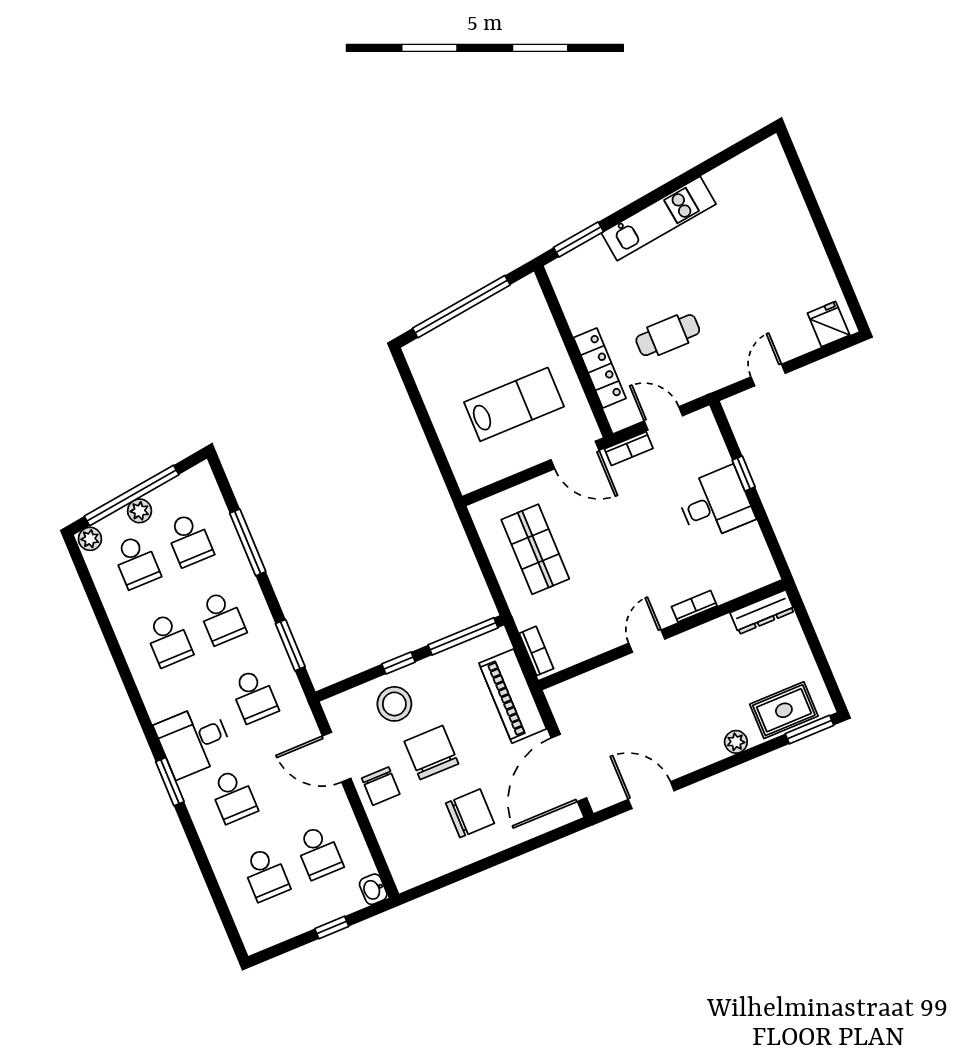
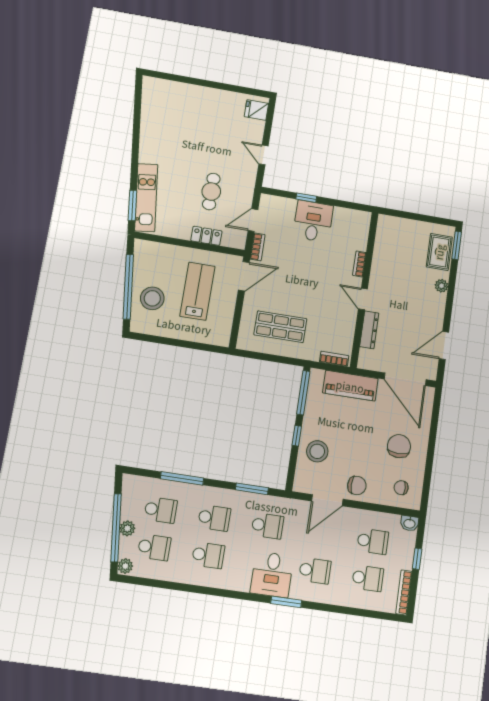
kitchen unit: (659, 219) -> (146, 198), moved
stool: (466, 349) -> (152, 298), added
locker: (600, 368) -> (206, 236), width x0.66
dresser: (762, 612) -> (369, 330), moved
chair: (431, 753) -> (401, 488), moved, width x0.54, depth x0.54
bookcase: (276, 935) -> (404, 592), added

